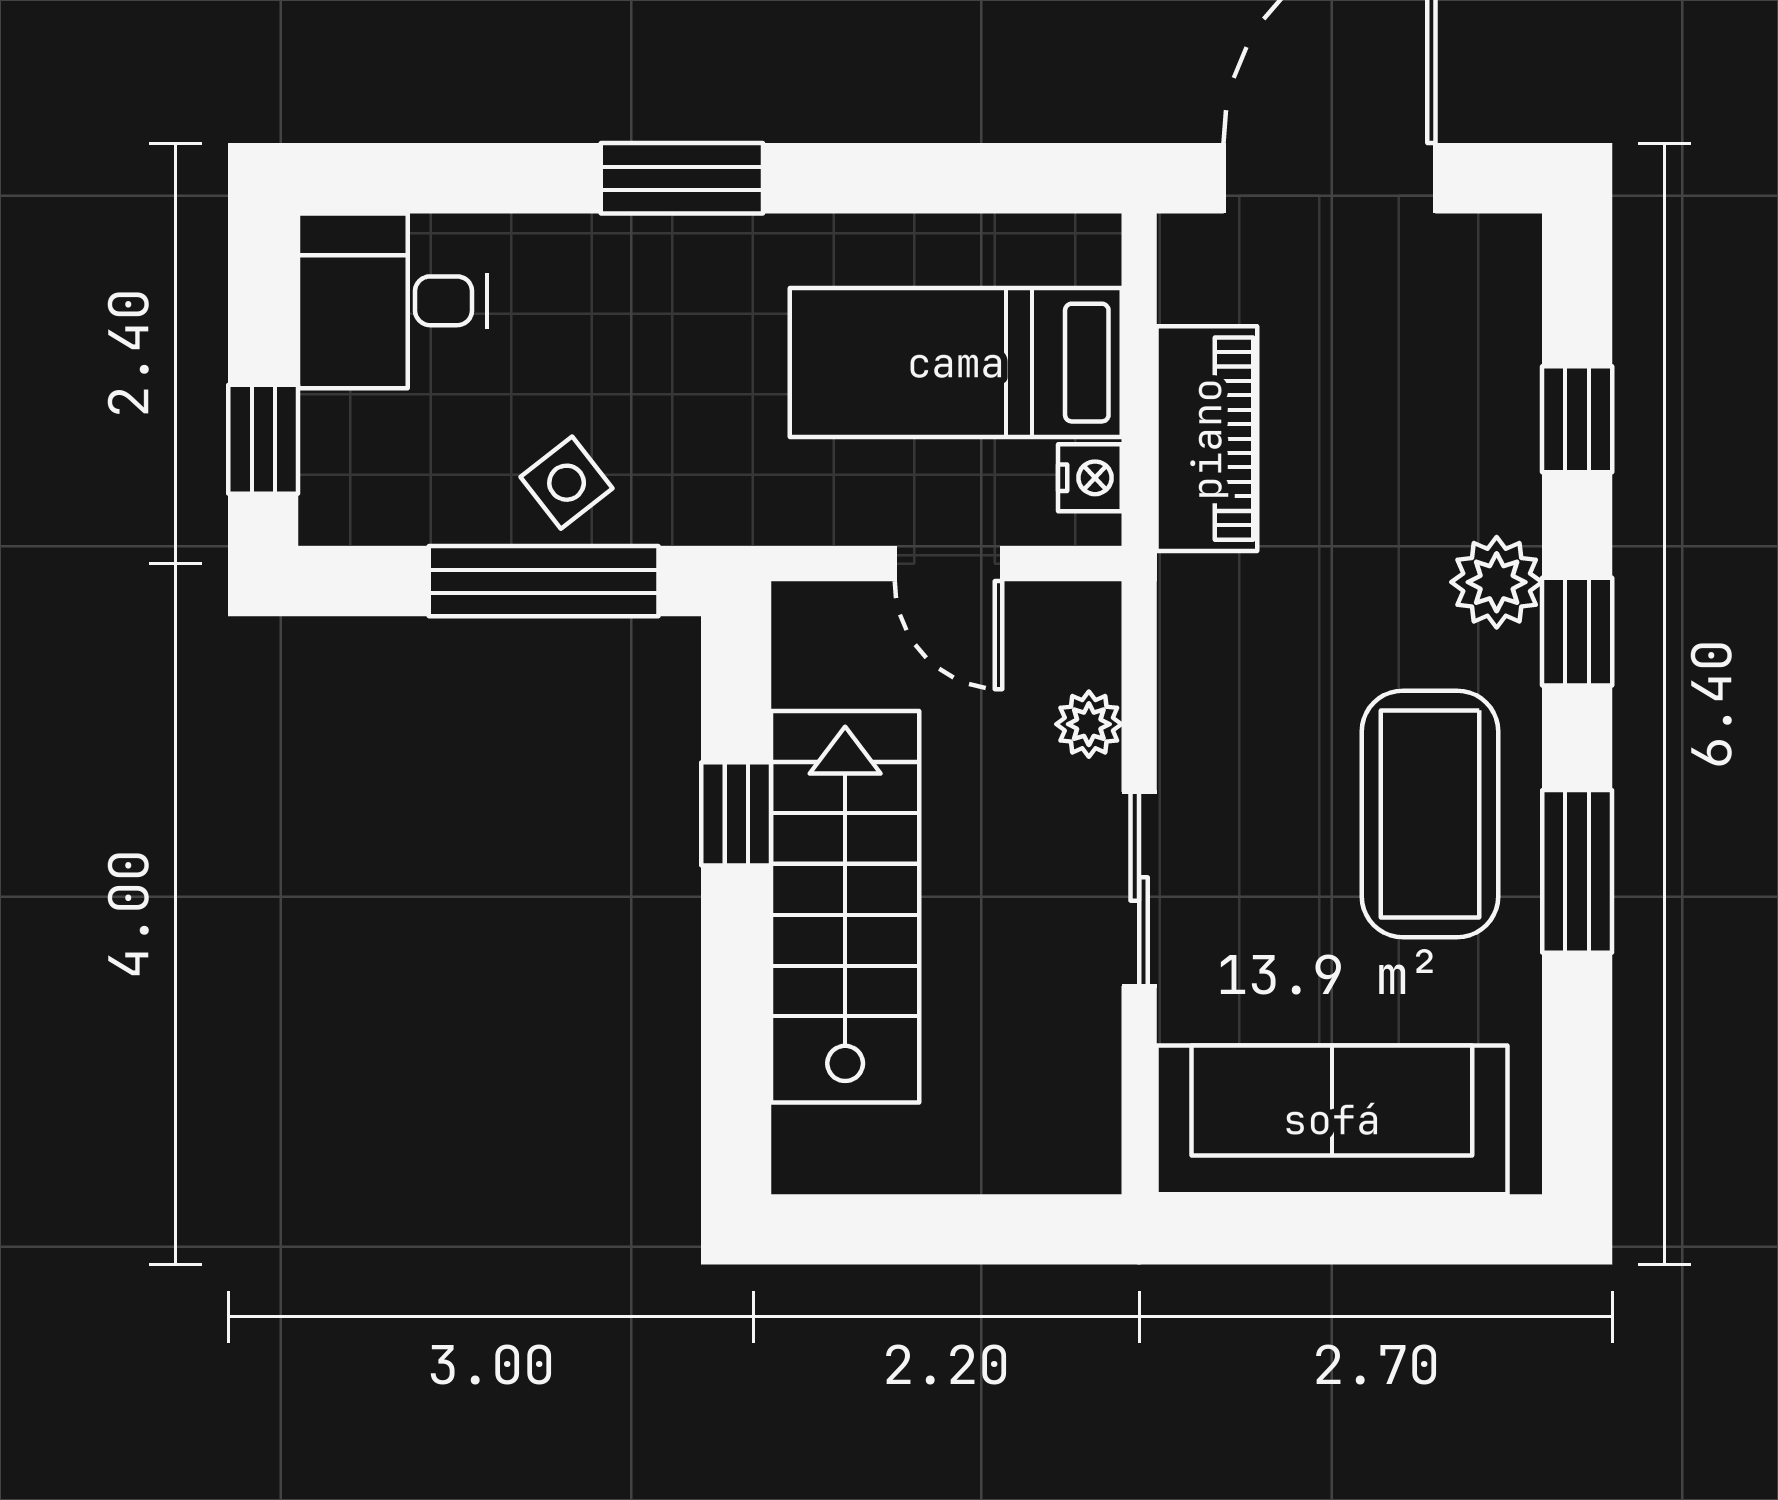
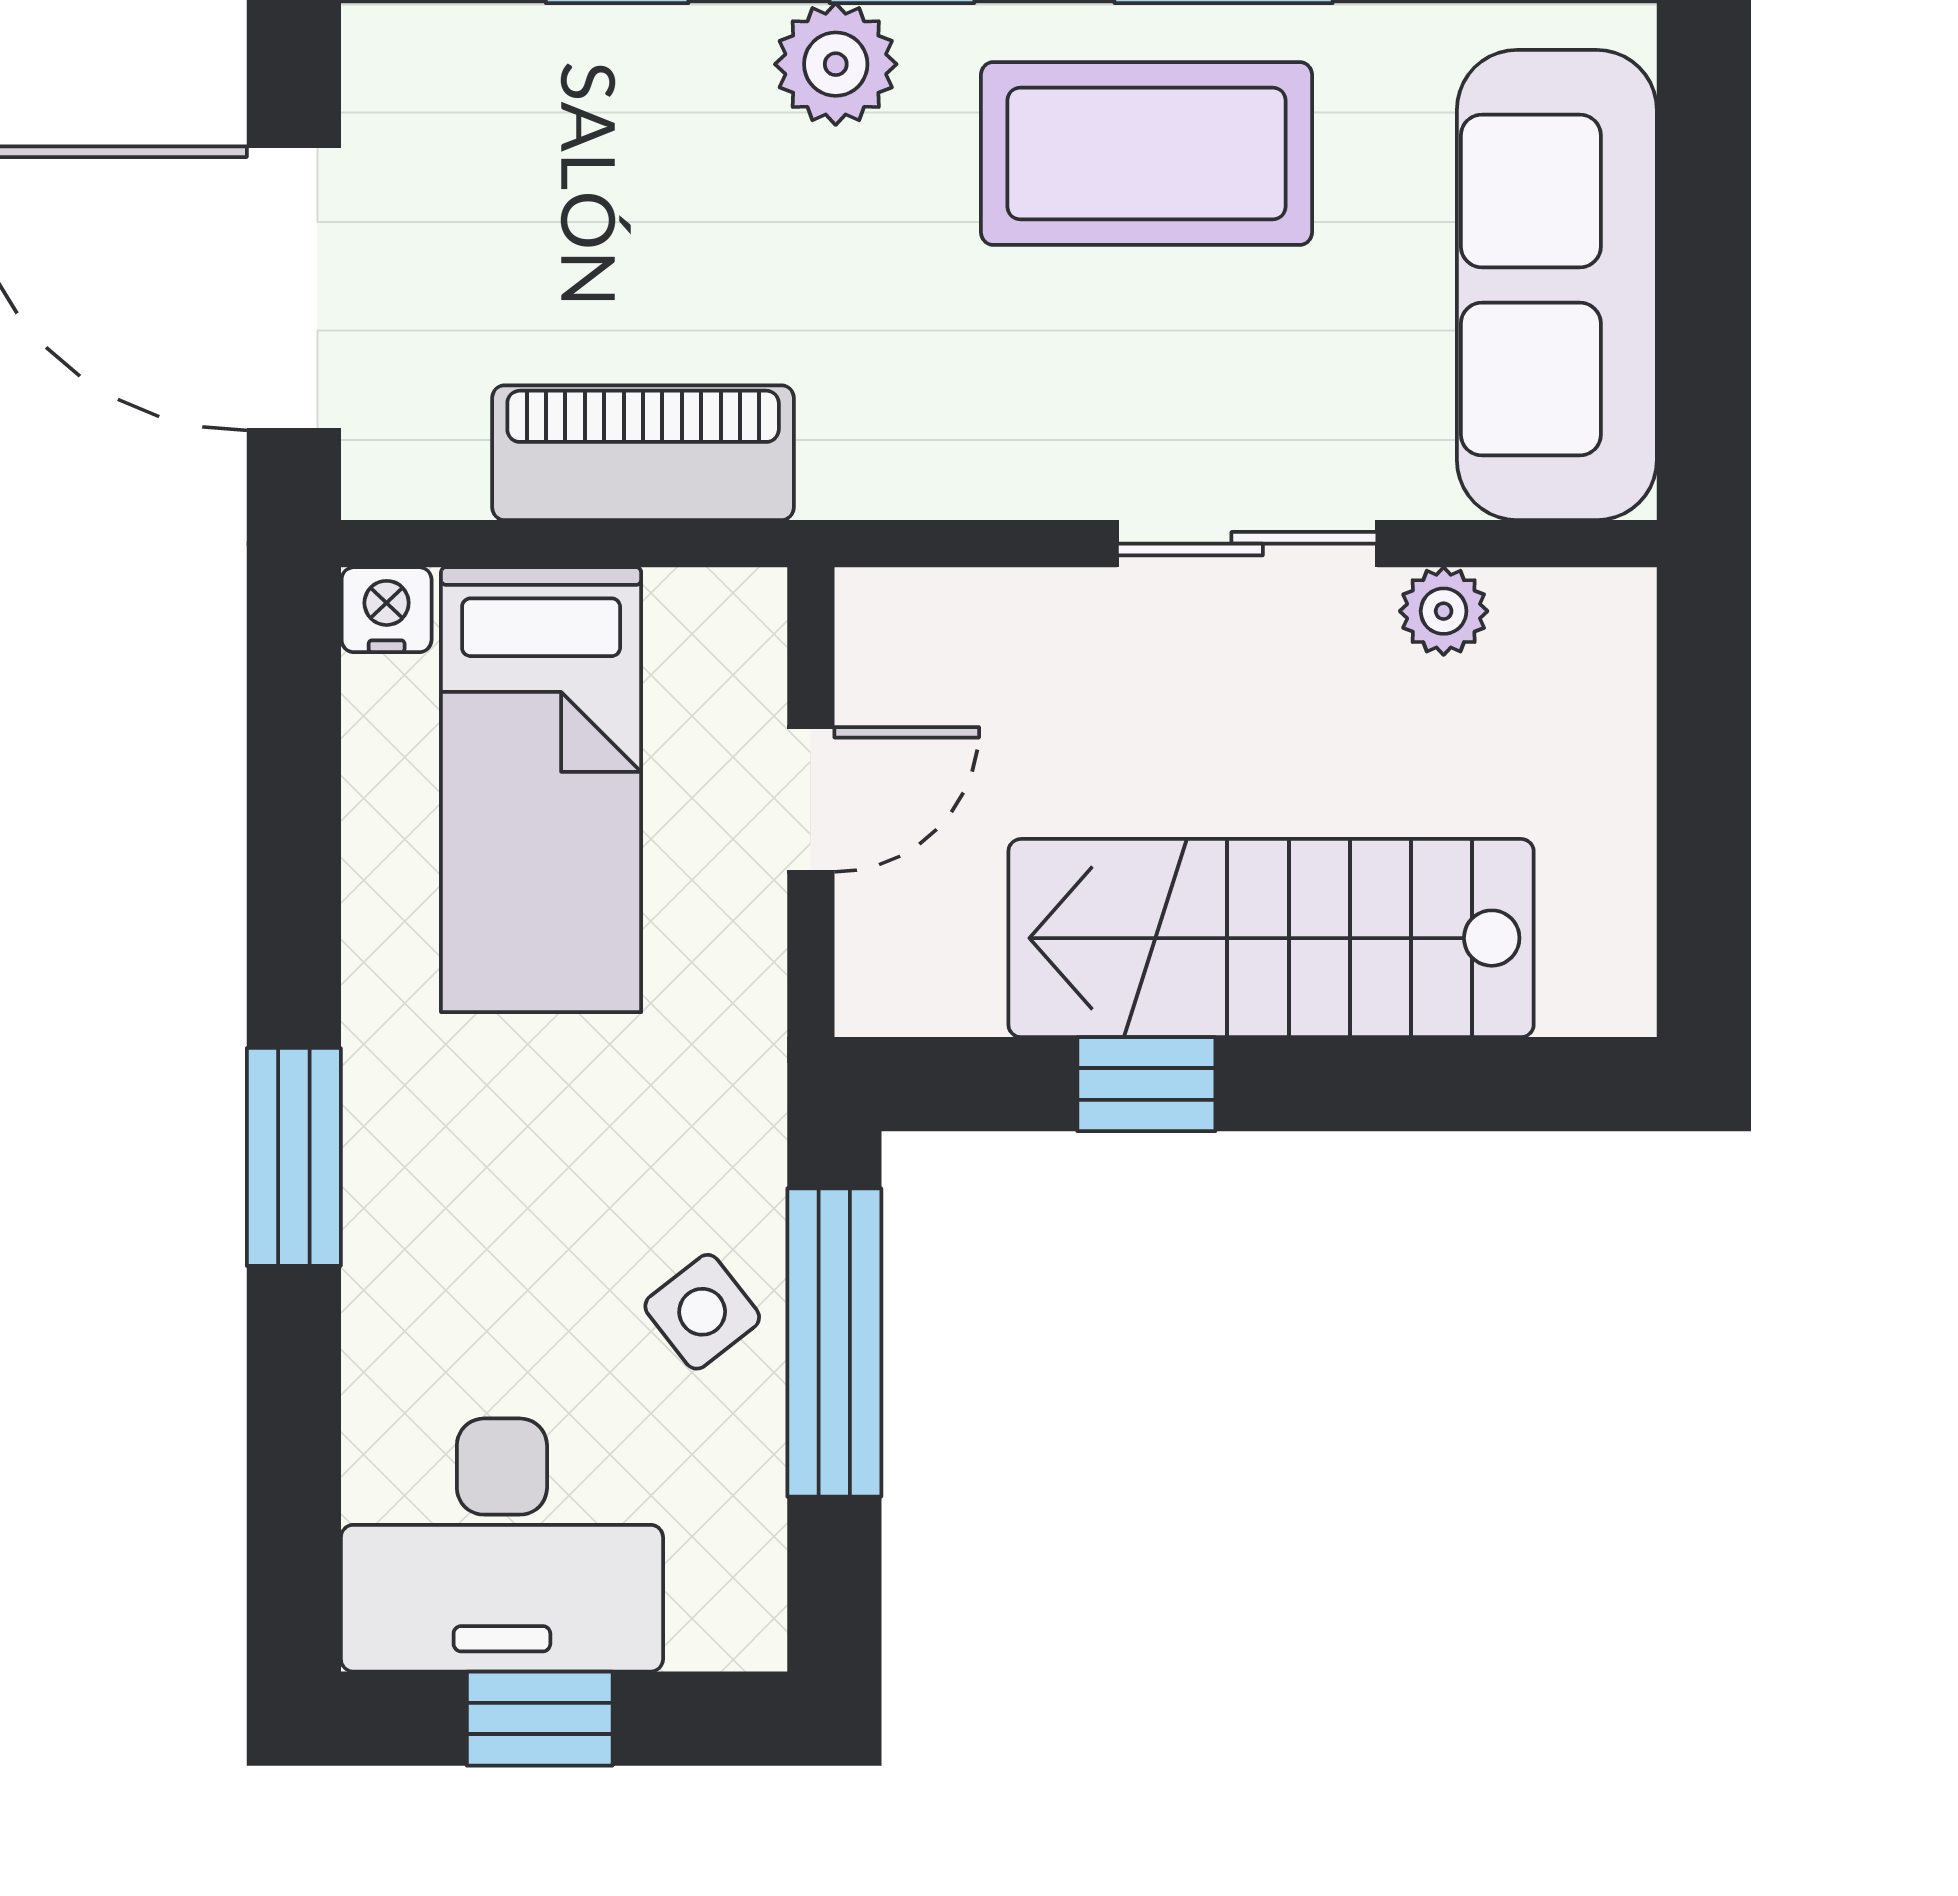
desk: (393, 301) -> (502, 1545), width x1.37
window: (263, 439) -> (540, 1719), moved
nightstand: (1090, 478) -> (387, 610), moved
plant: (1089, 724) -> (1444, 611), moved

